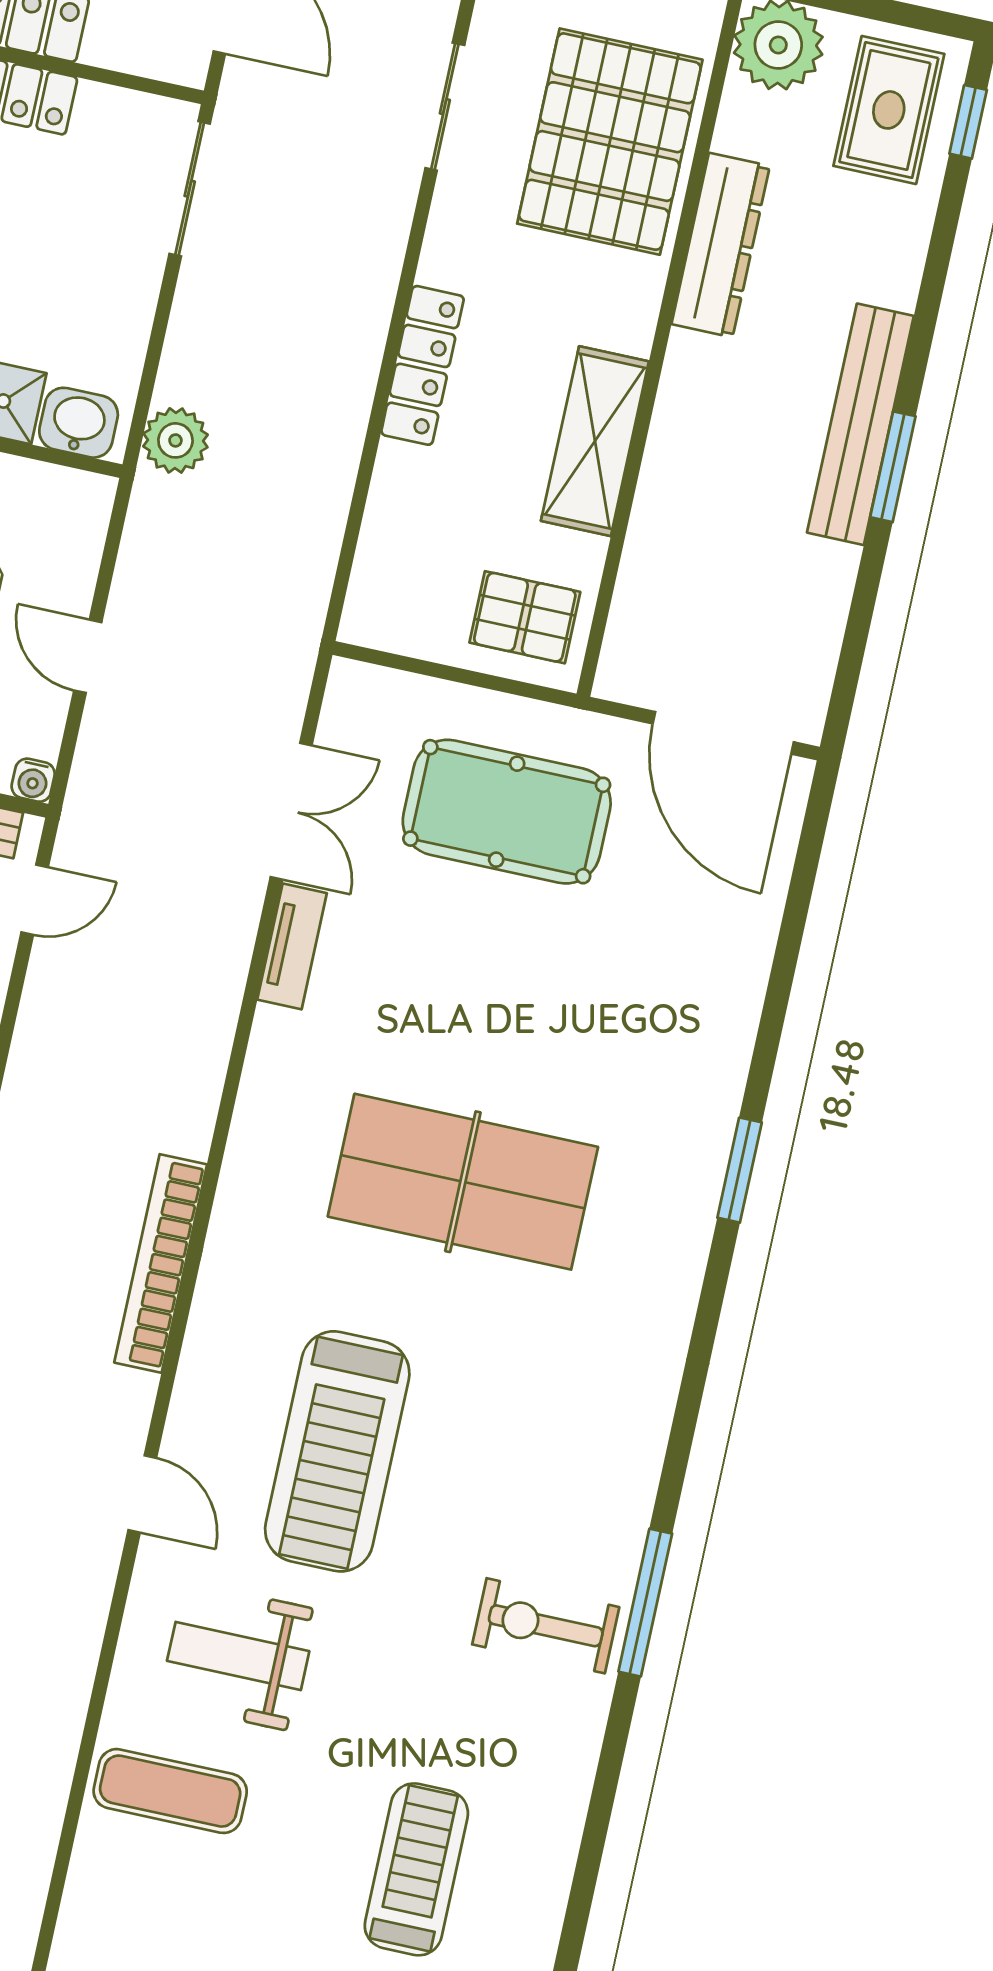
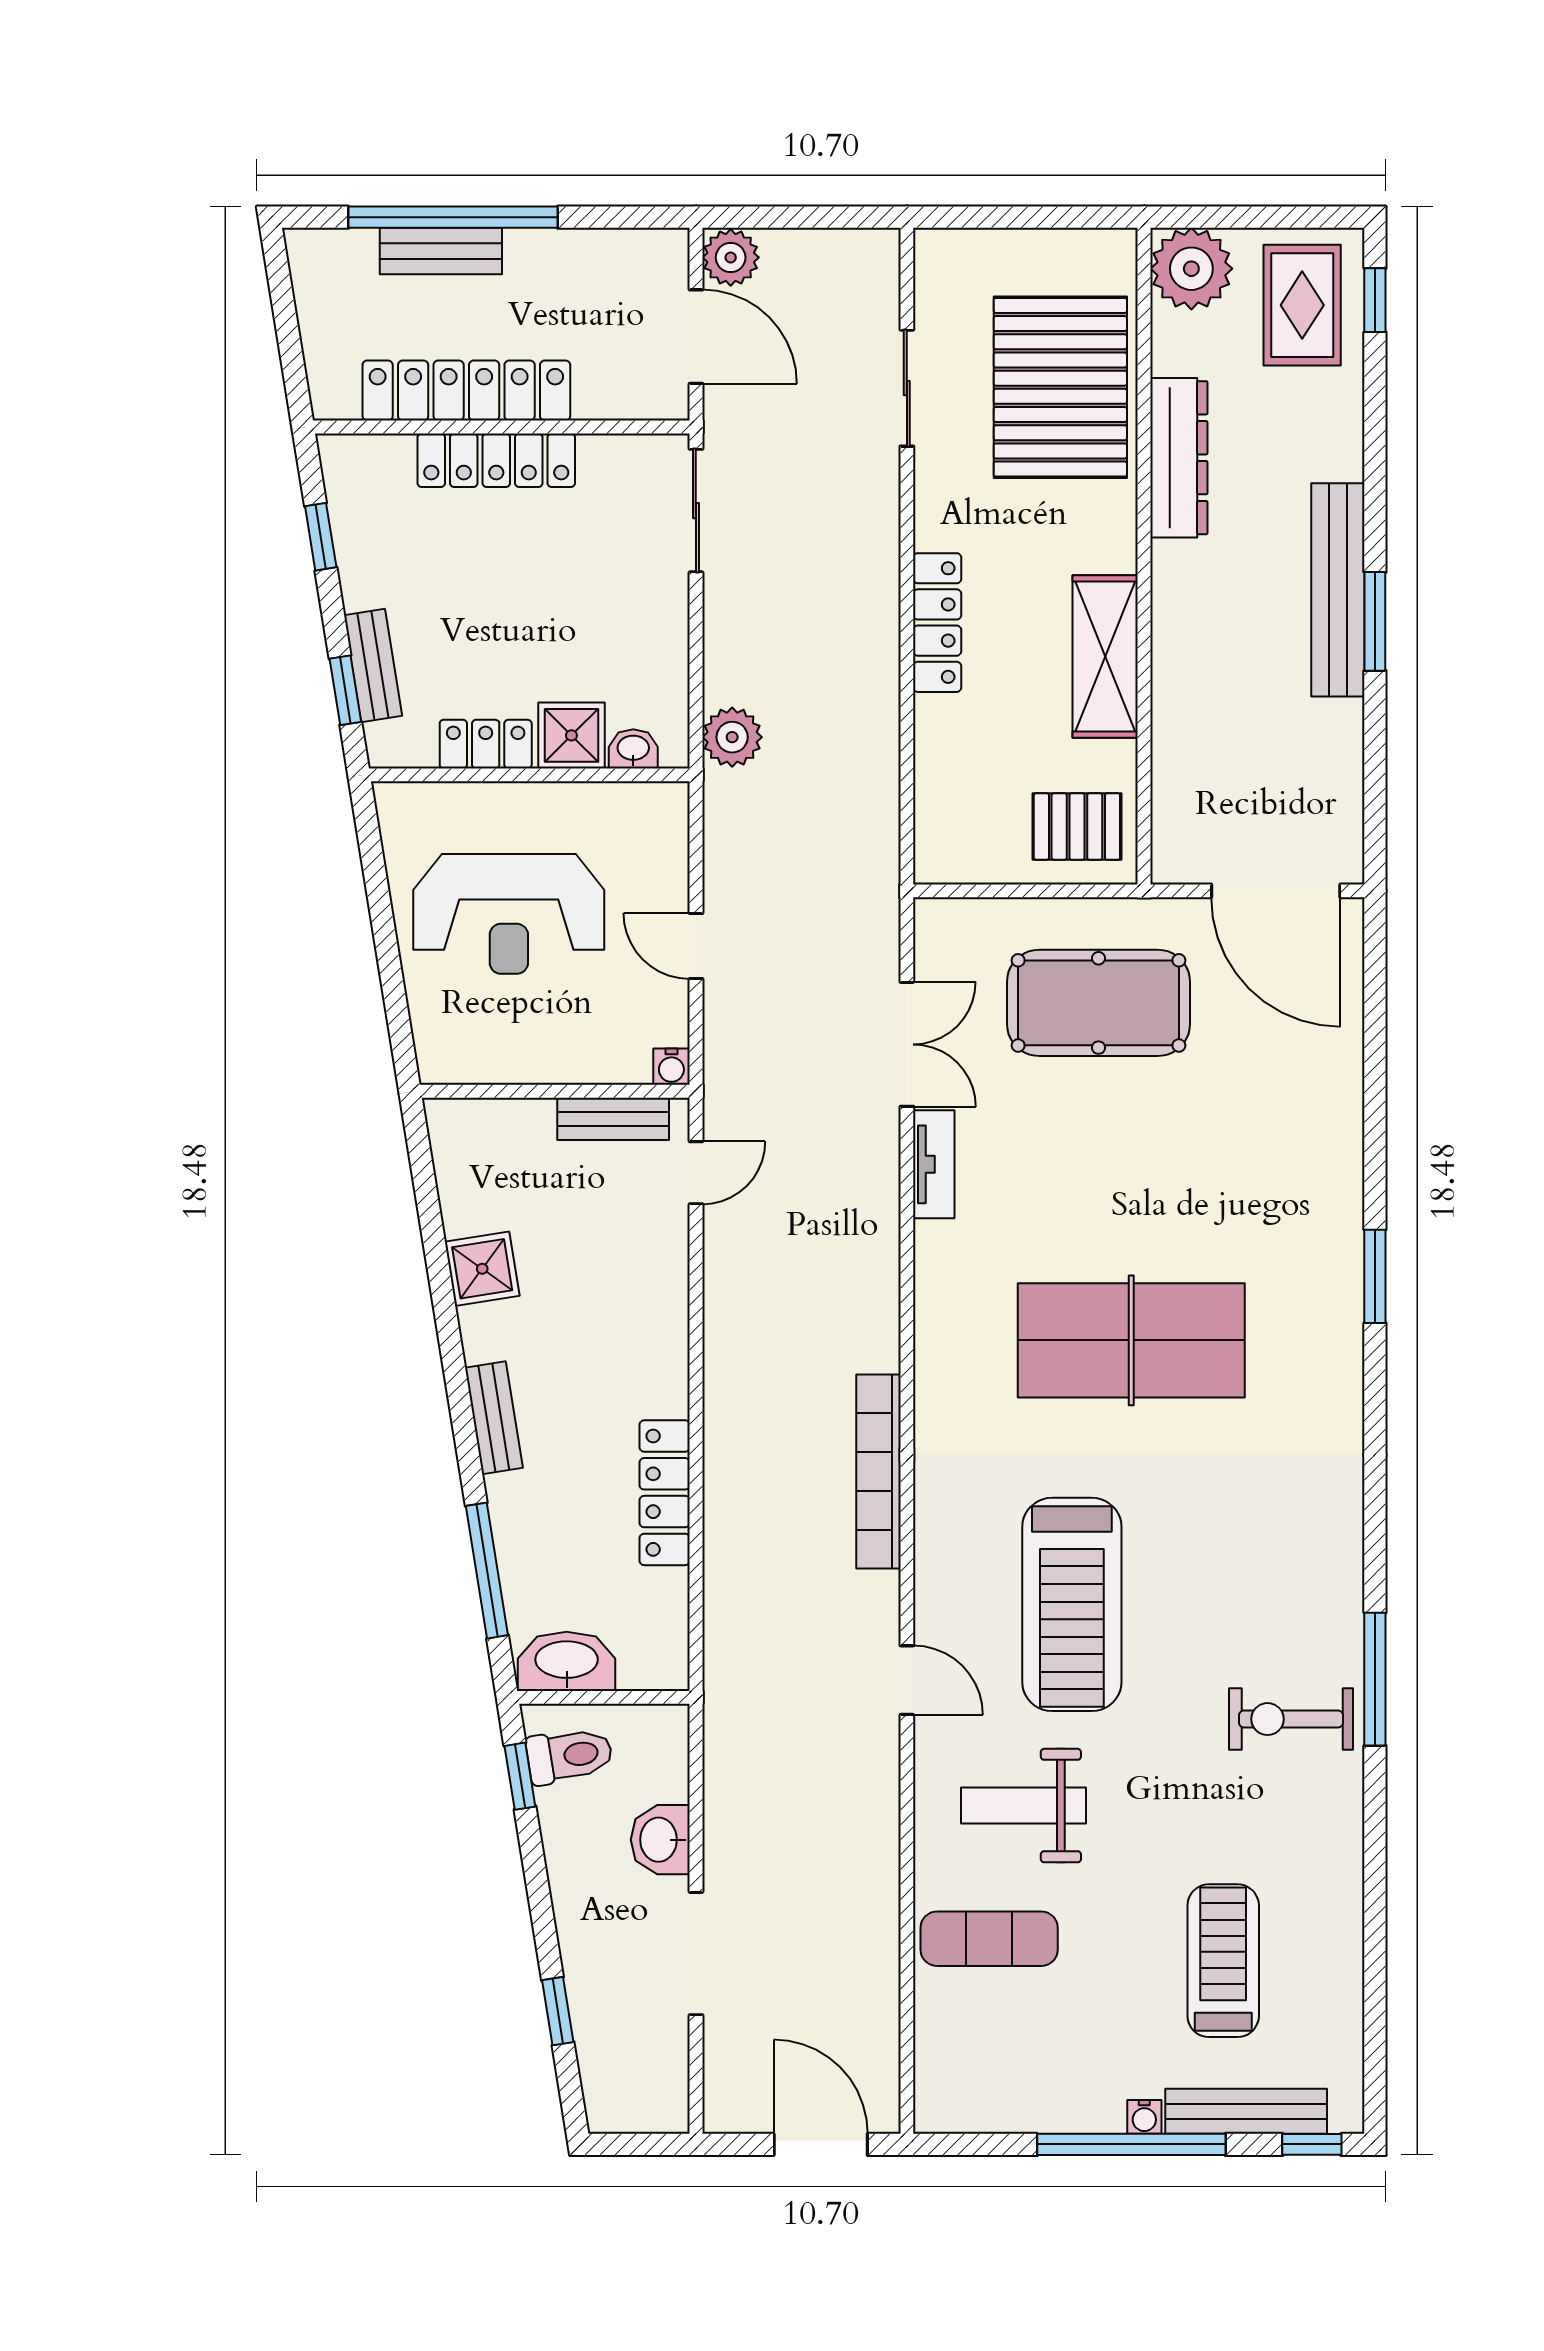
washbasin: (79, 423) -> (633, 749), width x0.72, depth x0.69

